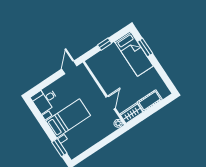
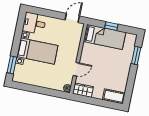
bed: (134, 54) -> (104, 37), moved, turned -90
cot: (150, 101) -> (114, 96), moved

